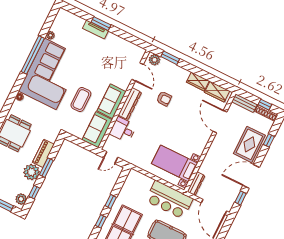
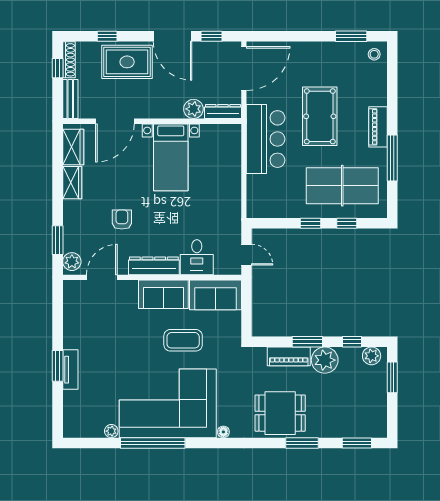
bed with nightstands: (175, 163) -> (171, 157), moved
plant: (205, 168) -> (193, 109), added

